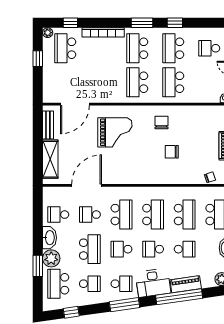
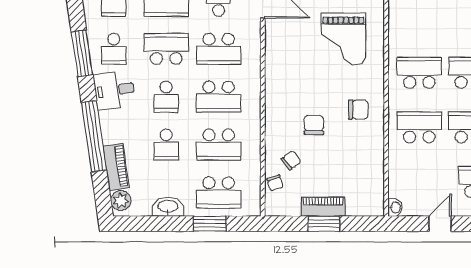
chair: (195, 167) -> (291, 160), added
school desk: (121, 249) -> (166, 49), width x1.85
school desk: (153, 249) -> (166, 97), turned 180
desk: (153, 283) -> (114, 90), width x0.73
piano: (186, 284) -> (116, 167), moved

